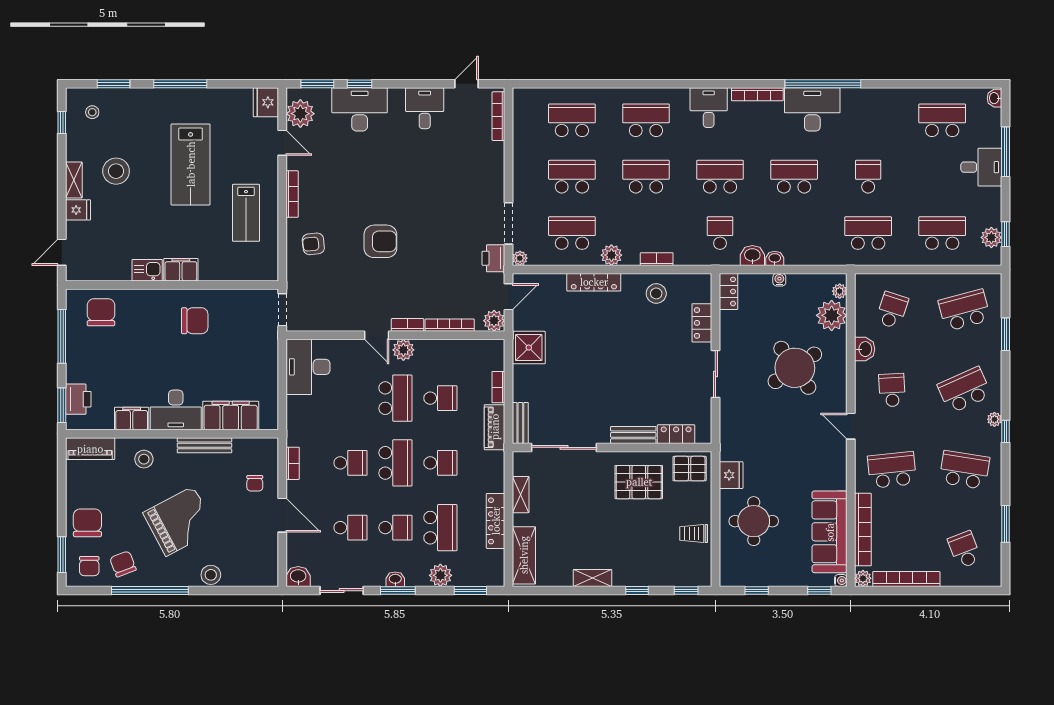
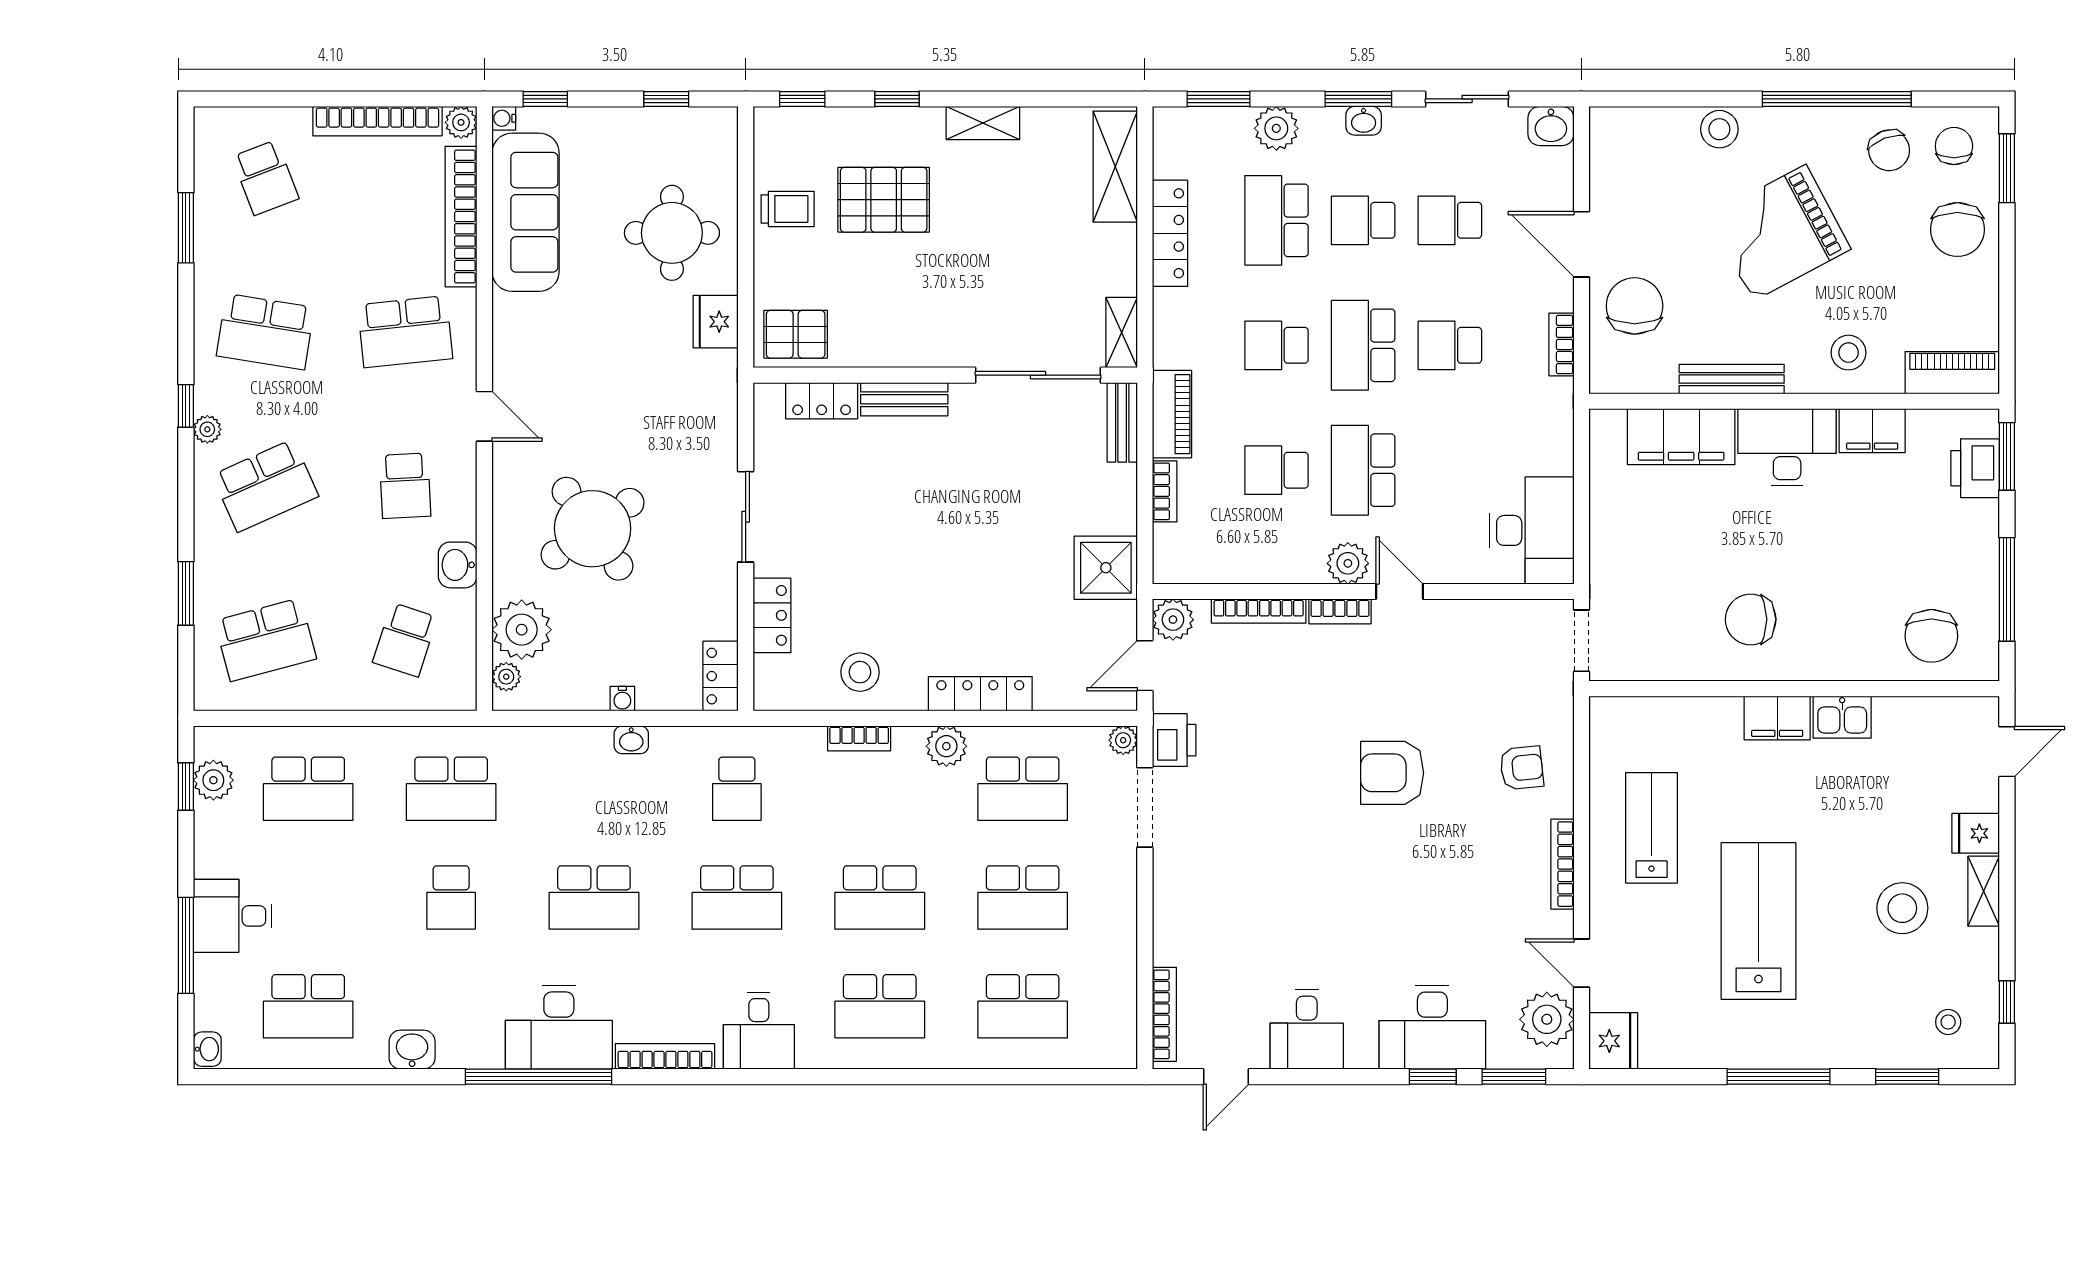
washbasin: (752, 256) -> (412, 1050), moved, turned 180
pallet: (639, 482) -> (884, 200), moved
chair: (255, 483) -> (1635, 306), width x1.87, depth x1.87
shelving: (521, 495) -> (1122, 333), moved

